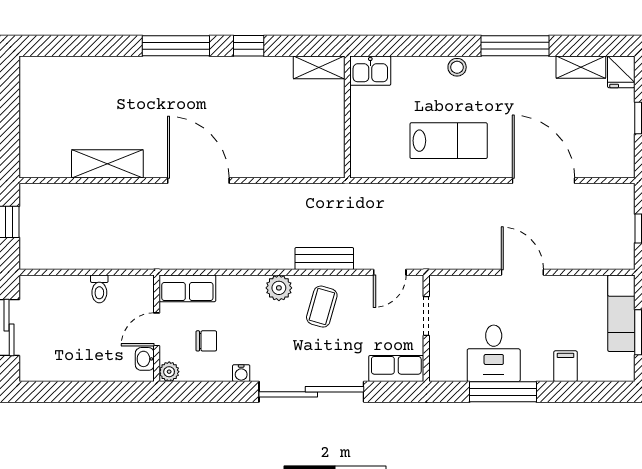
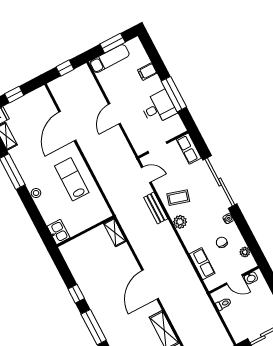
shelving: (319, 67) -> (115, 232), moved
wall: (157, 328) -> (234, 280), moved
door: (157, 329) -> (234, 280), moved
washbasin: (145, 359) -> (251, 278), moved

